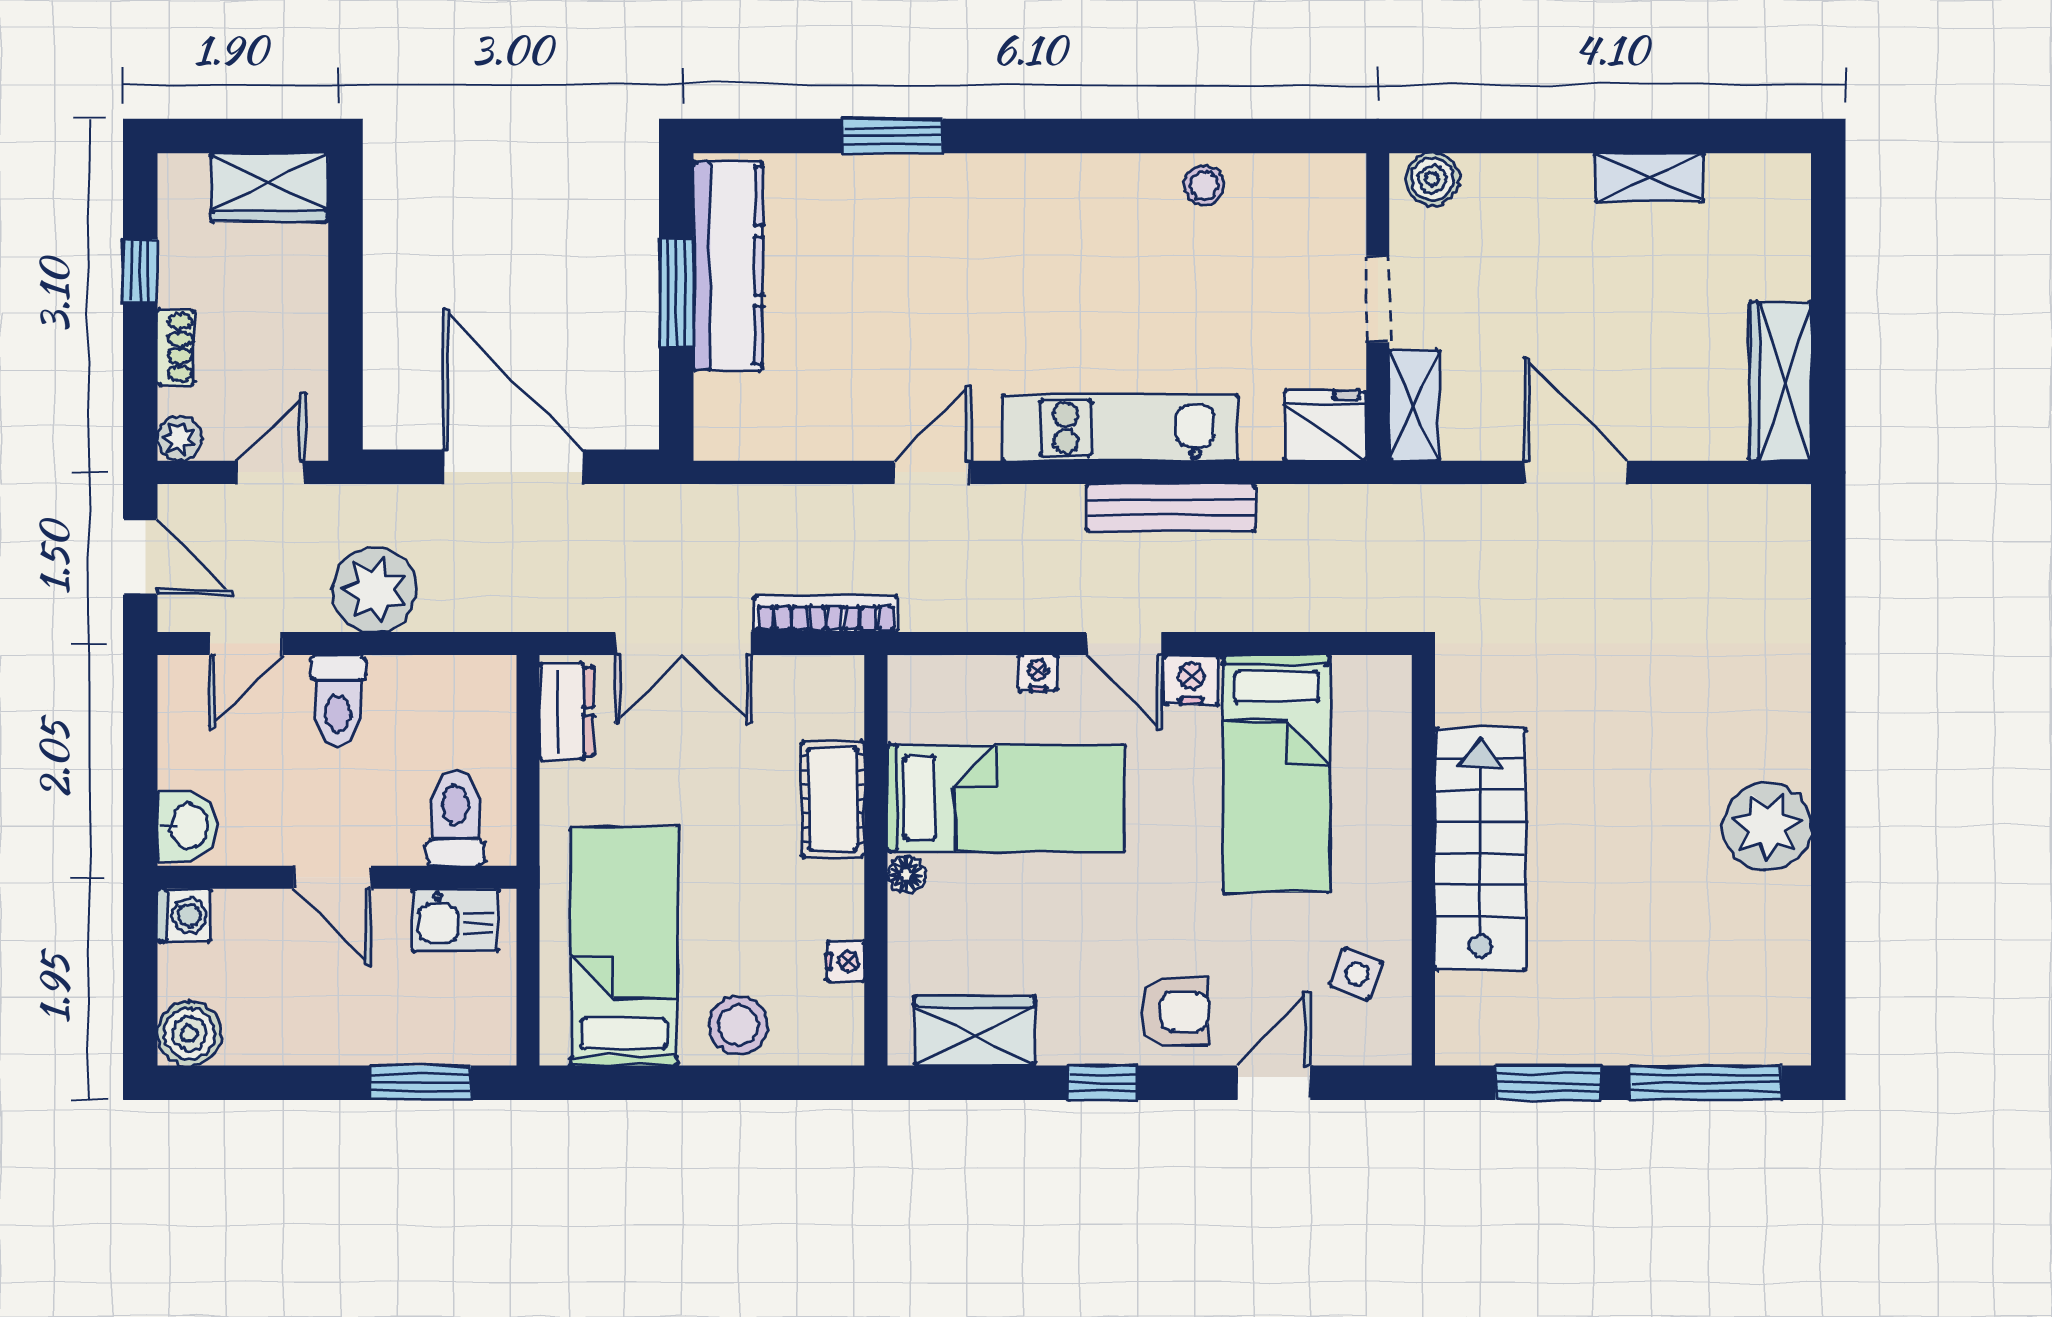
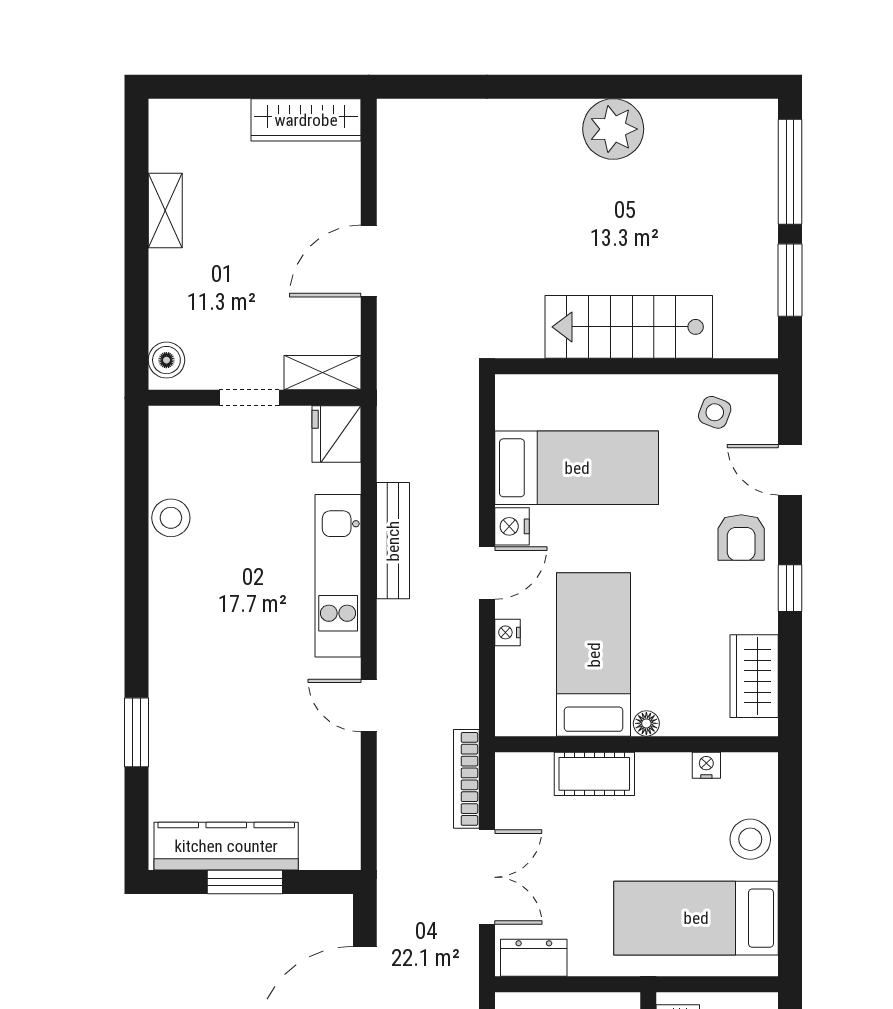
stool: (1204, 186) -> (171, 518), width x1.37, depth x1.37
armchair: (1175, 1012) -> (741, 537), turned 180

